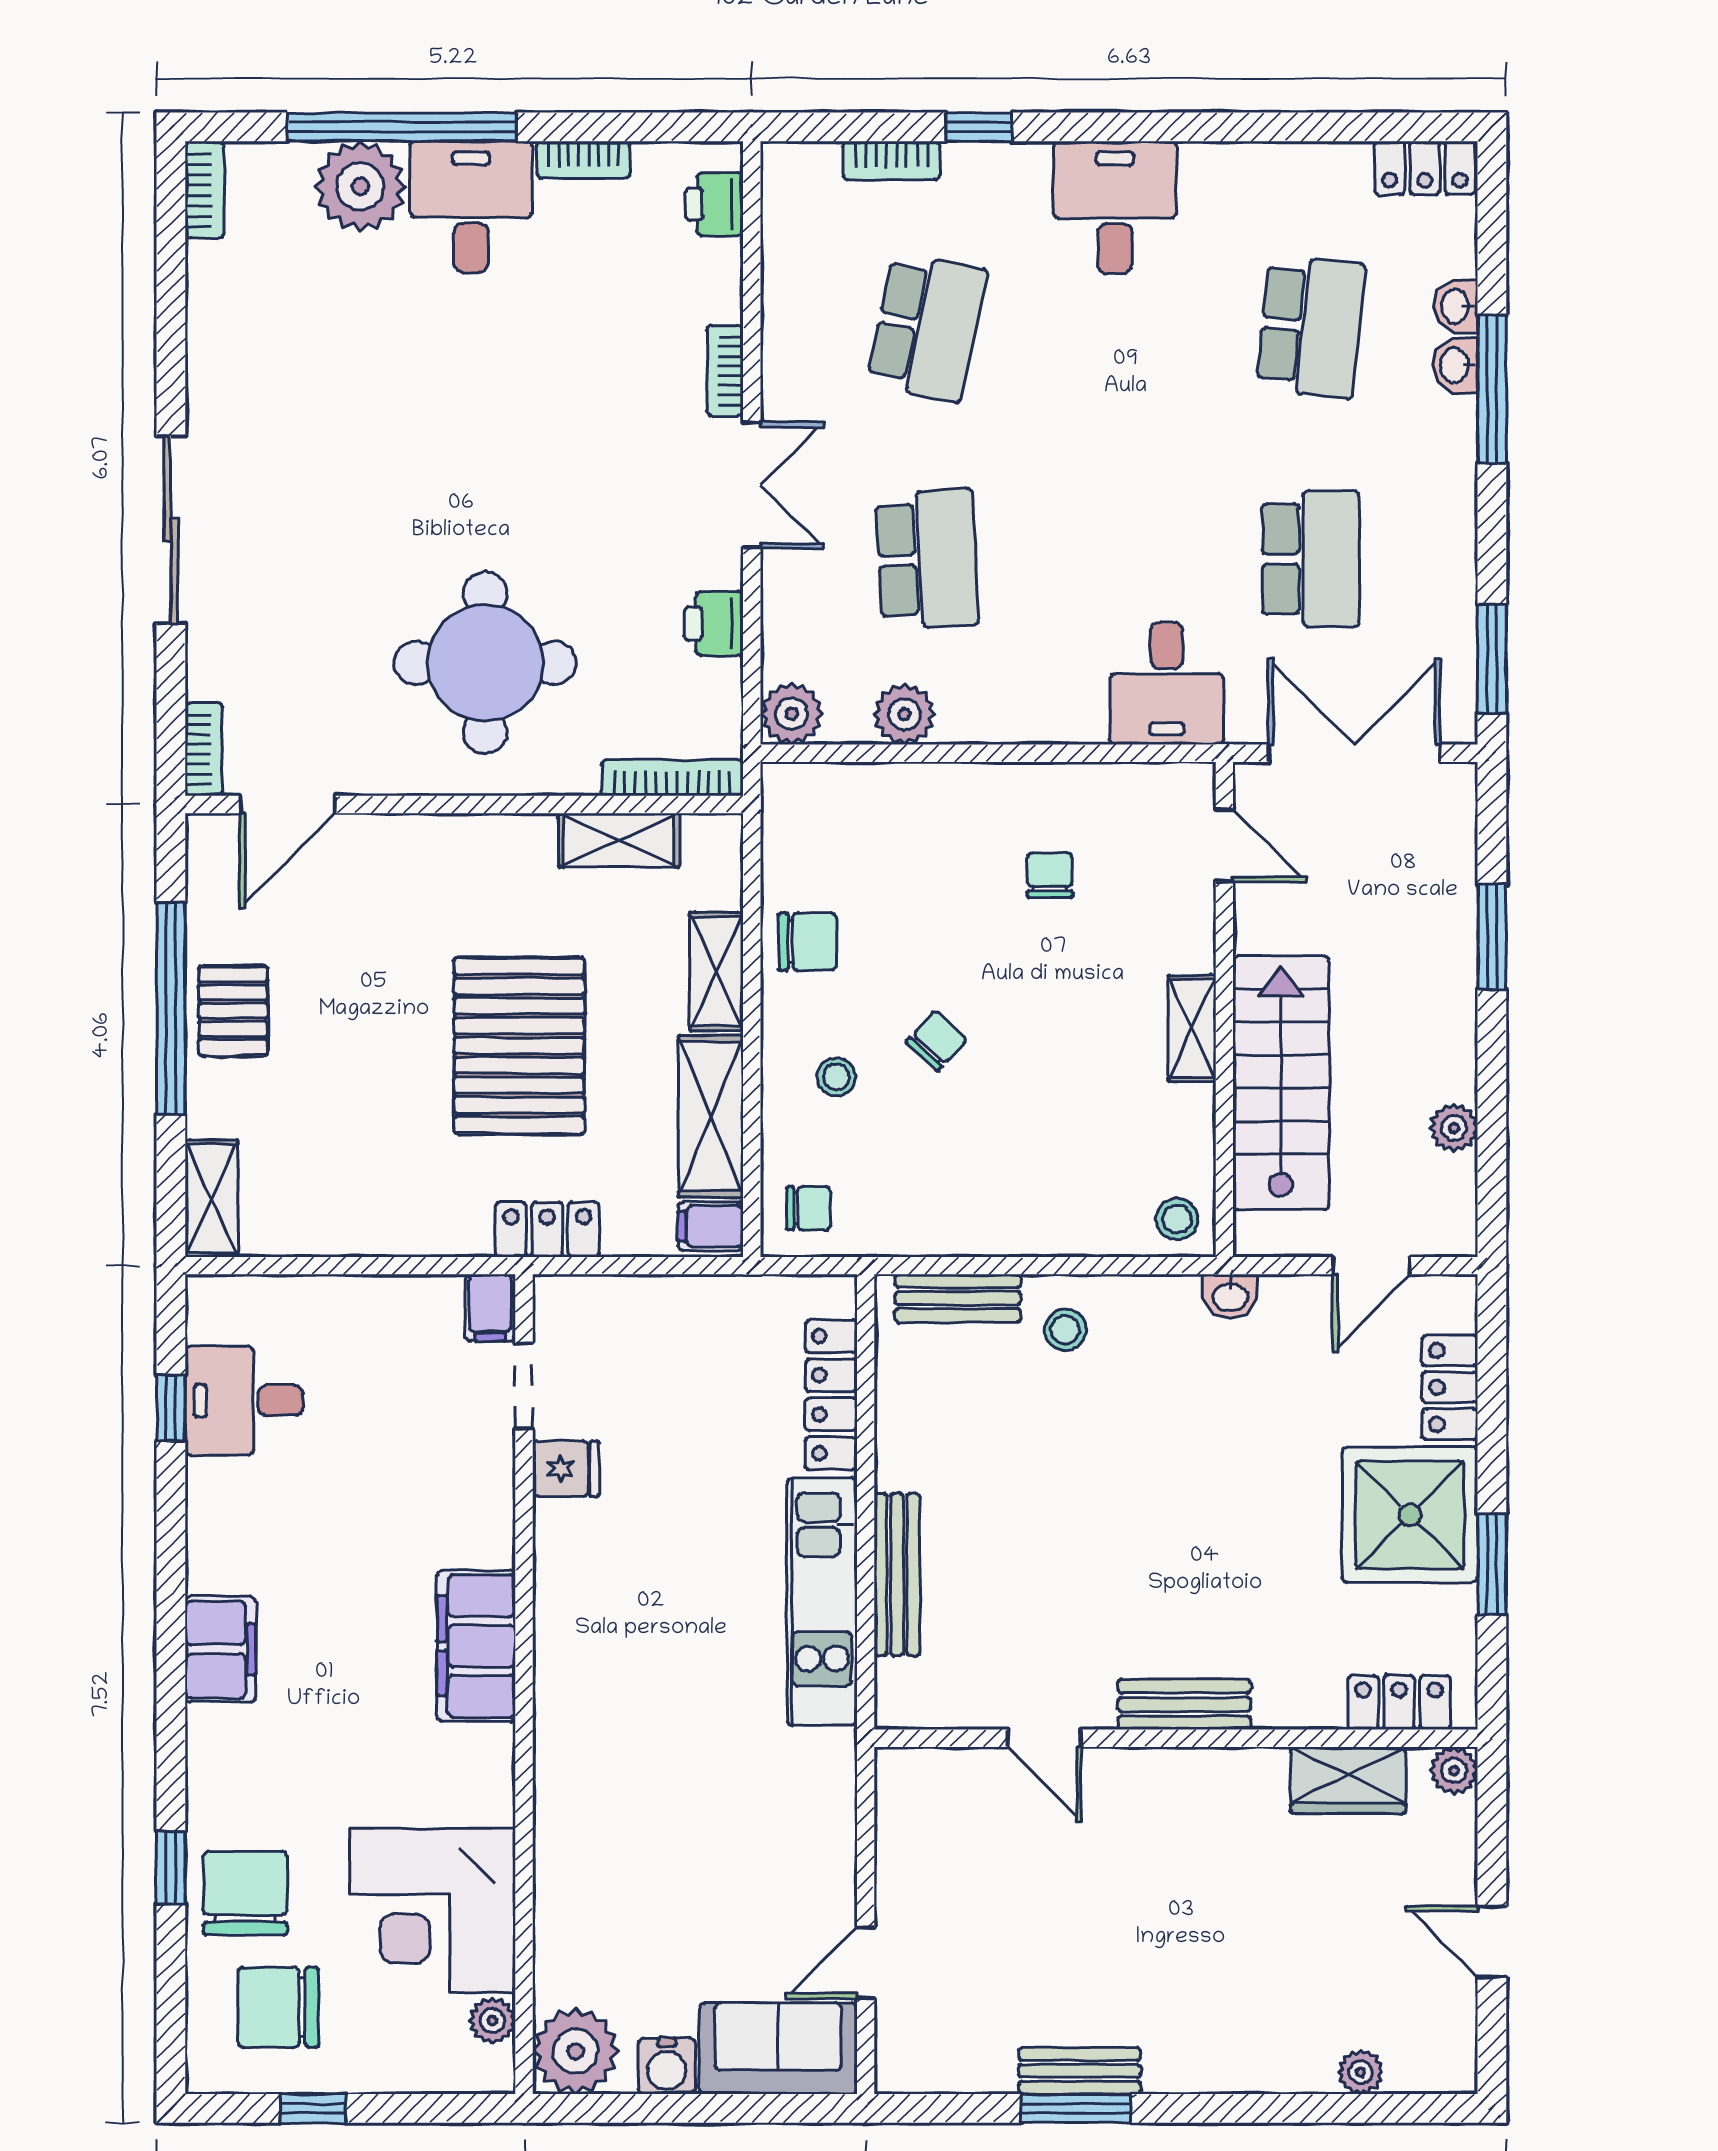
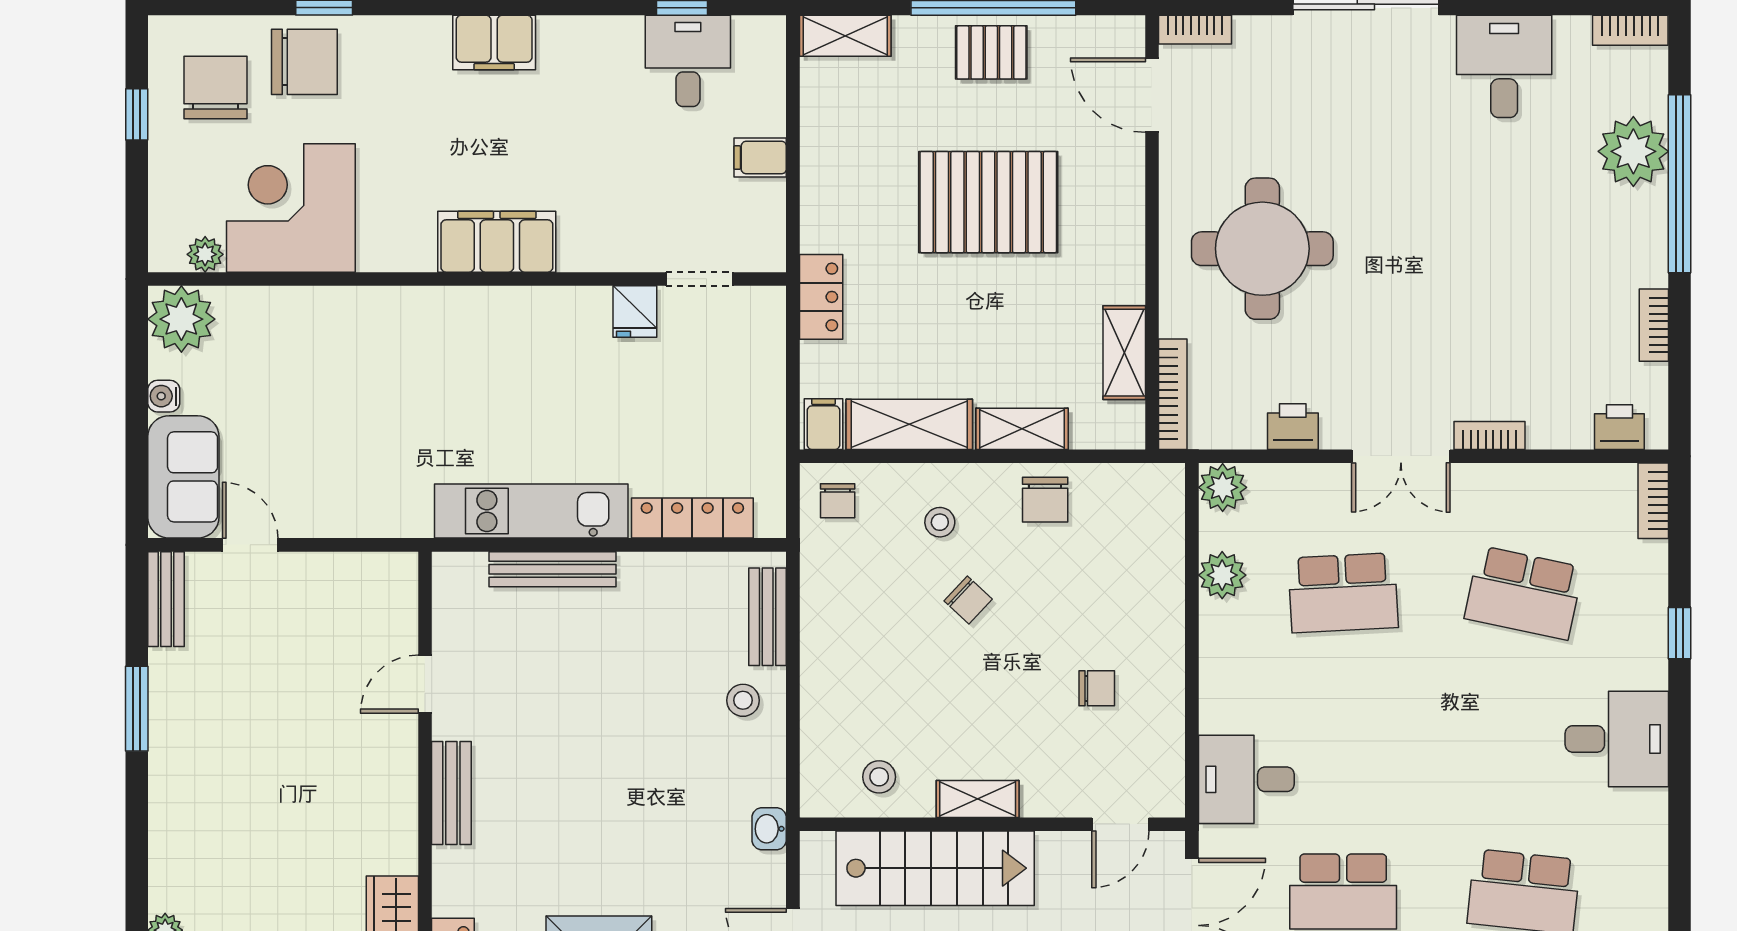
bookcase: (891, 161) -> (1653, 501), moved
desk: (471, 207) -> (1504, 66), moved, turned -90
pallet: (519, 1046) -> (988, 202), moved
stool: (1177, 1219) -> (879, 777), moved
filing cabinet: (490, 1308) -> (760, 158), moved
water cooler: (667, 2066) -> (164, 396), width x0.72, depth x0.72
bench: (1080, 2071) -> (166, 599), moved

